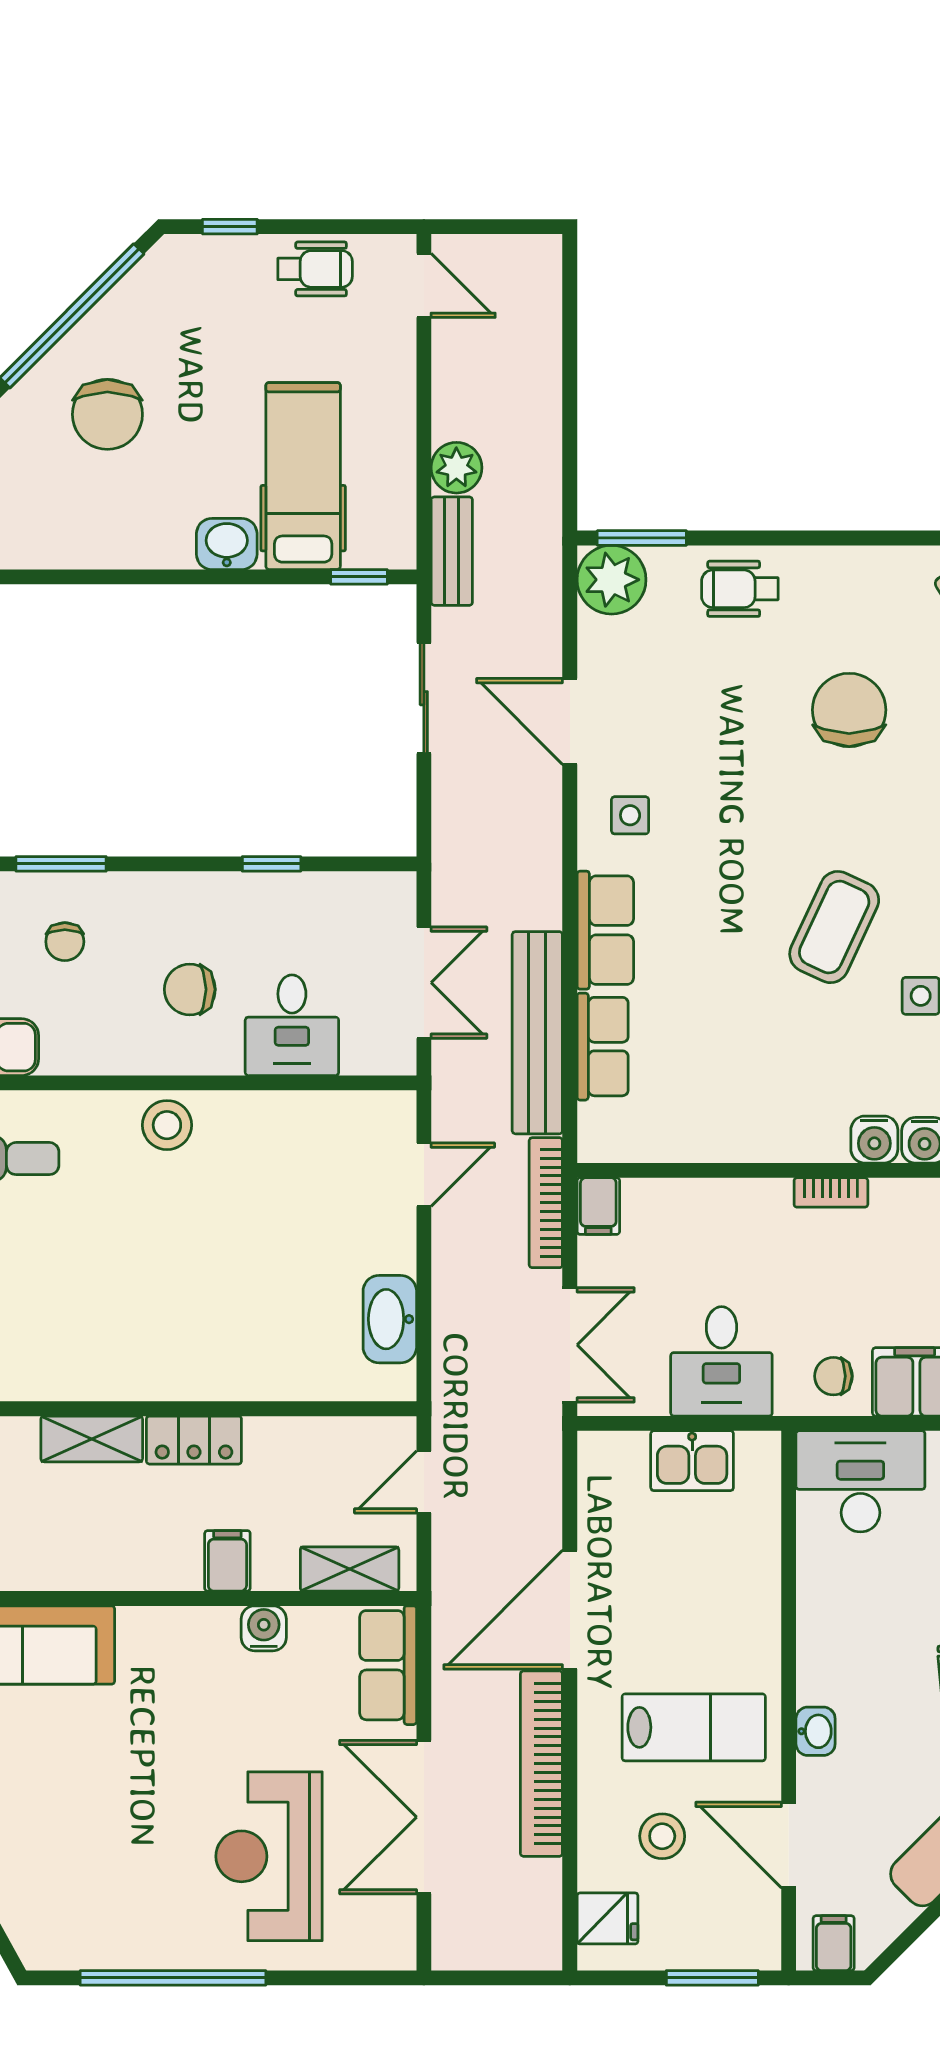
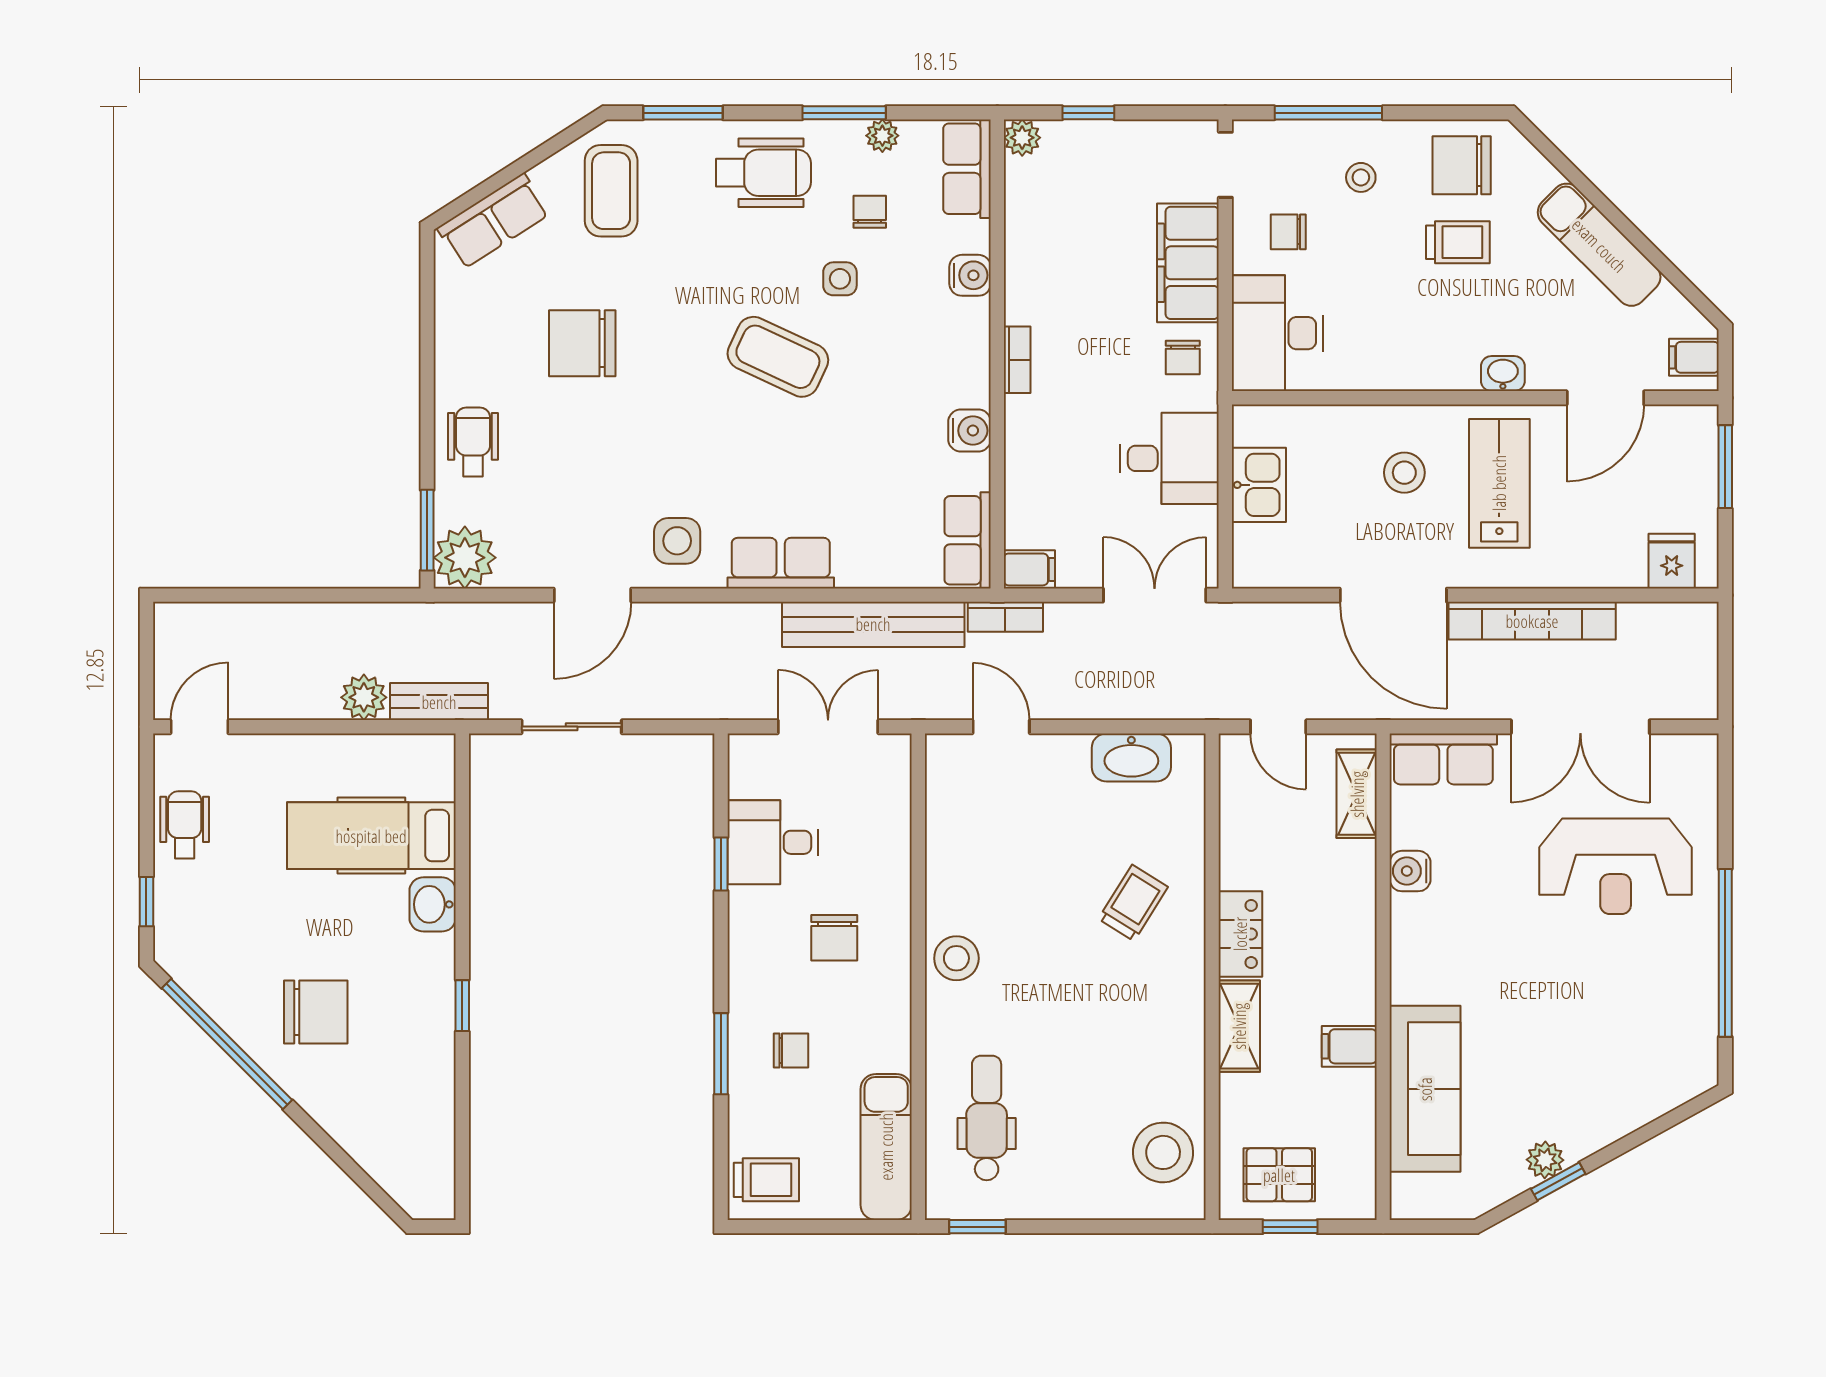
window: (359, 577) -> (462, 1006), moved
wheelchair: (740, 589) -> (473, 442), turned 180
side table: (630, 815) -> (677, 541), width x1.37, depth x1.37
desk: (292, 1025) -> (773, 842), moved, turned 180
row of seats: (603, 1047) -> (968, 540), moved, turned -90
water cooler: (874, 1140) -> (969, 431), moved
bookcase: (546, 1203) -> (1005, 617), width x0.64
trolley: (228, 1321) -> (1133, 903), added
filing cabinet: (227, 1561) -> (1349, 1046), moved
stool: (662, 1836) -> (1404, 473), moved

